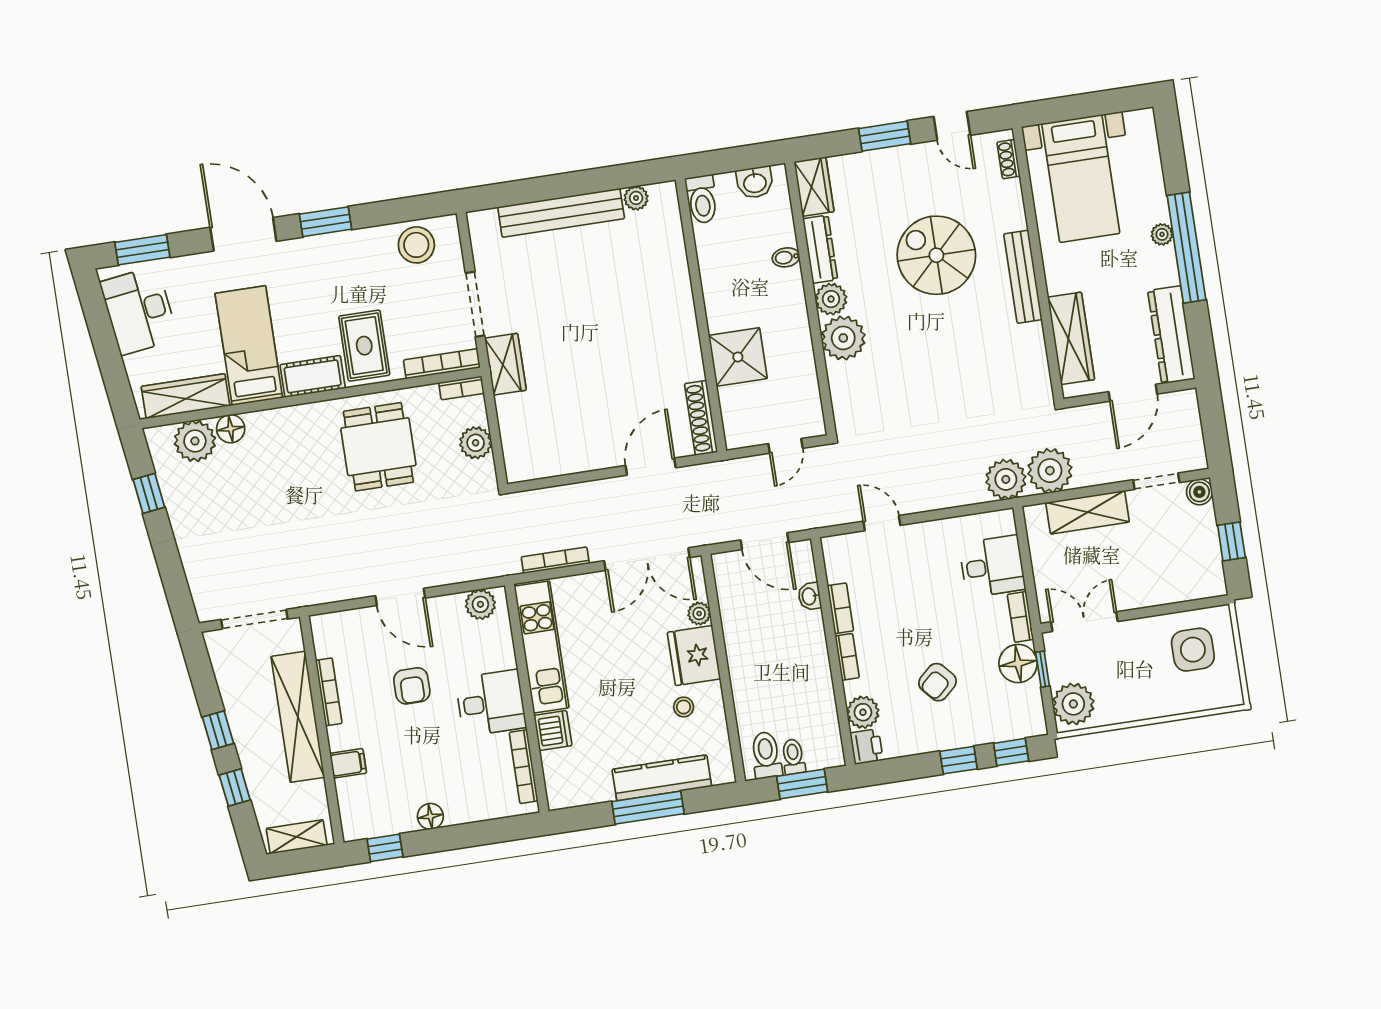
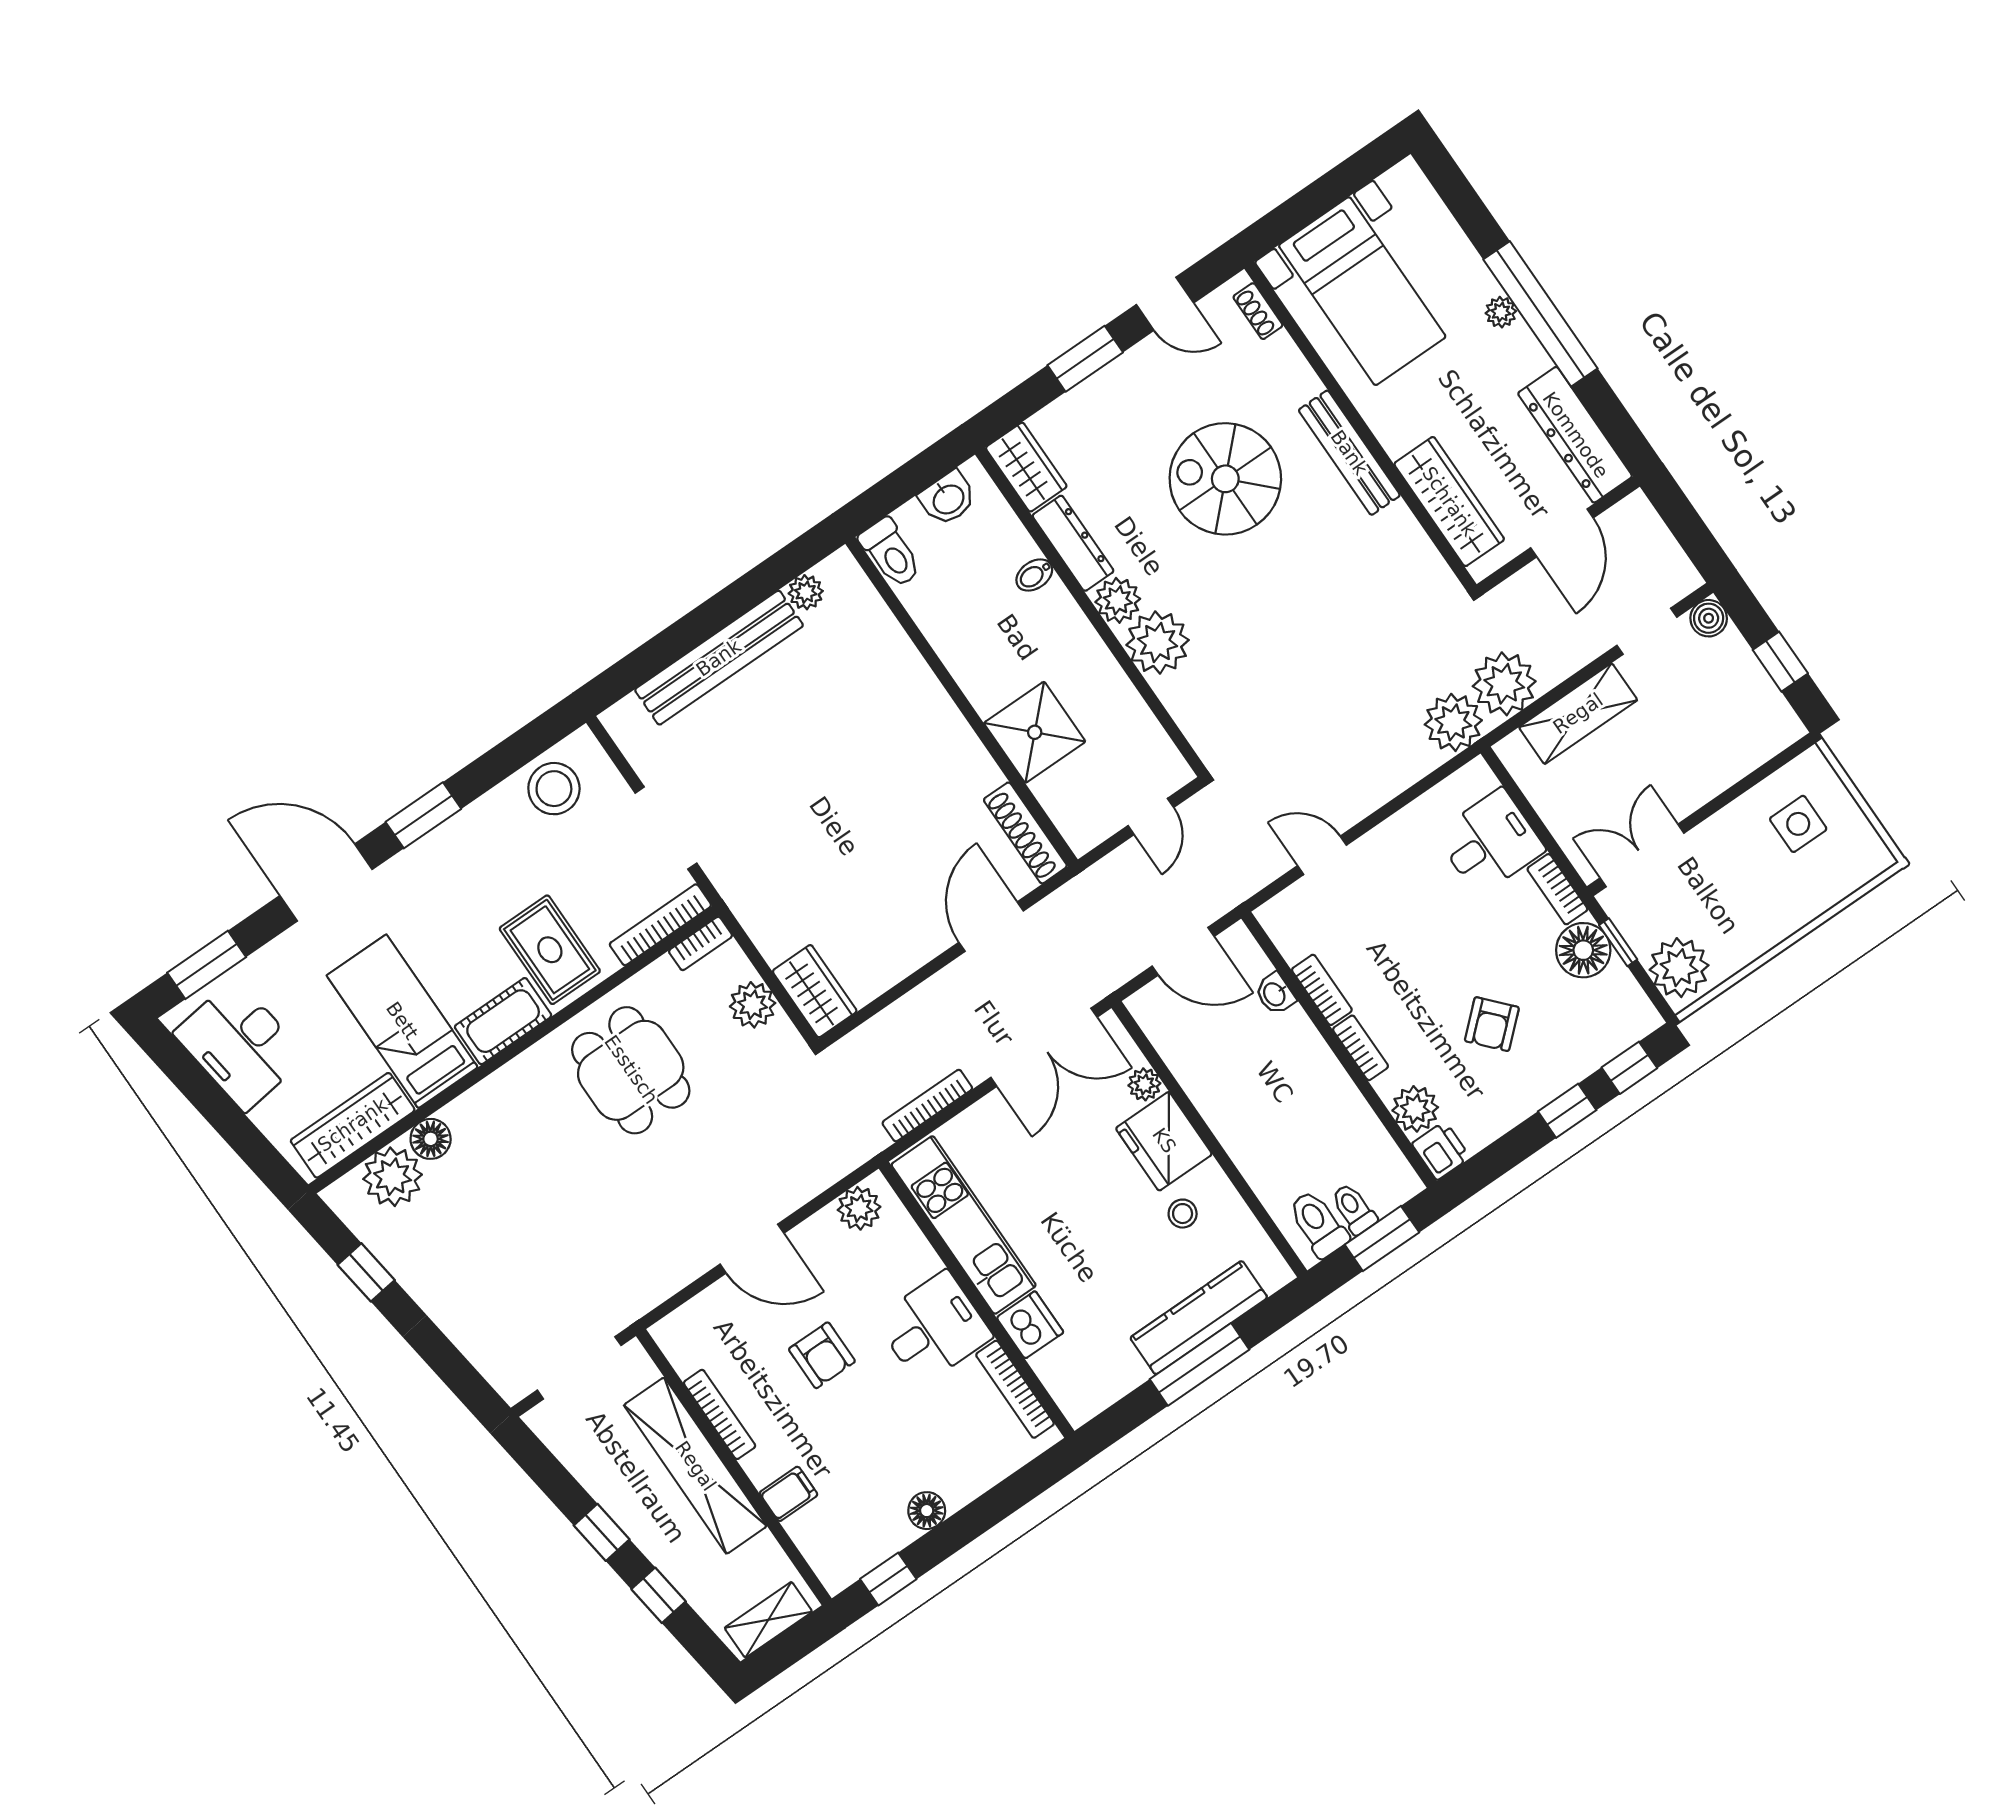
wardrobe: (505, 364) -> (815, 991), moved
side table: (1193, 650) -> (1798, 824), width x0.73, depth x0.73

